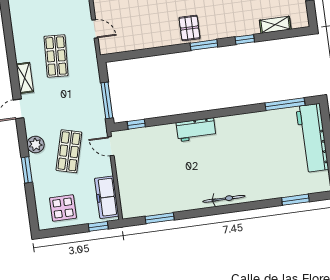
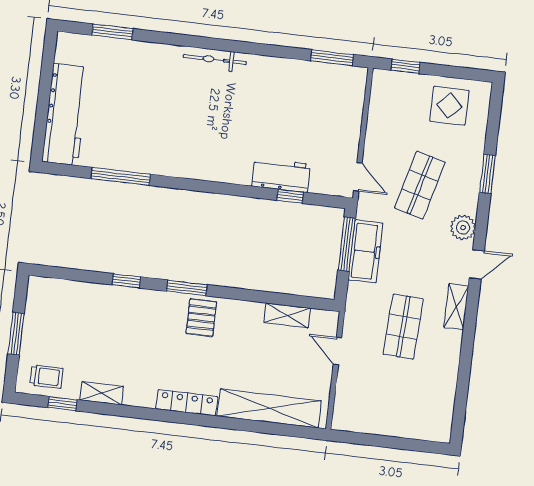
shelving: (275, 25) -> (287, 315), moved
window: (285, 104) -> (121, 176), moved
window: (136, 124) -> (290, 196), moved
workbench: (196, 130) -> (281, 175), moved
plant: (36, 145) -> (463, 228), moved
freezer: (107, 197) -> (366, 251), moved
window: (160, 218) -> (332, 58), moved

